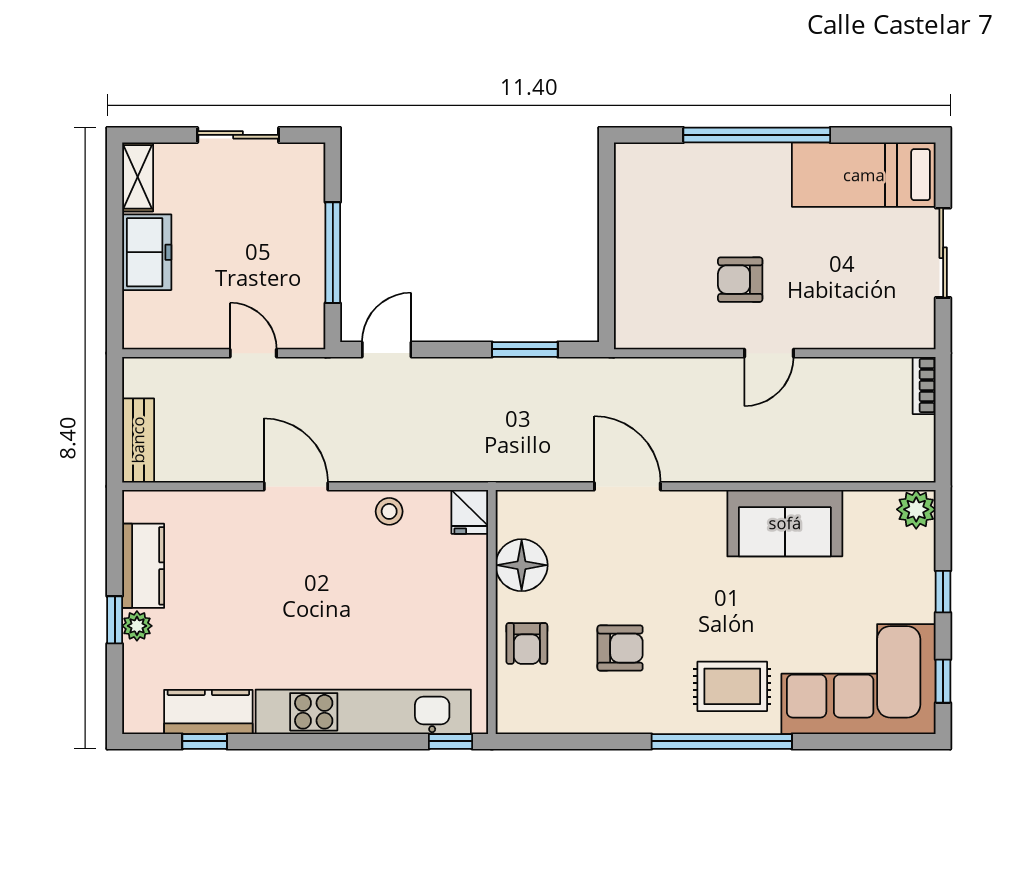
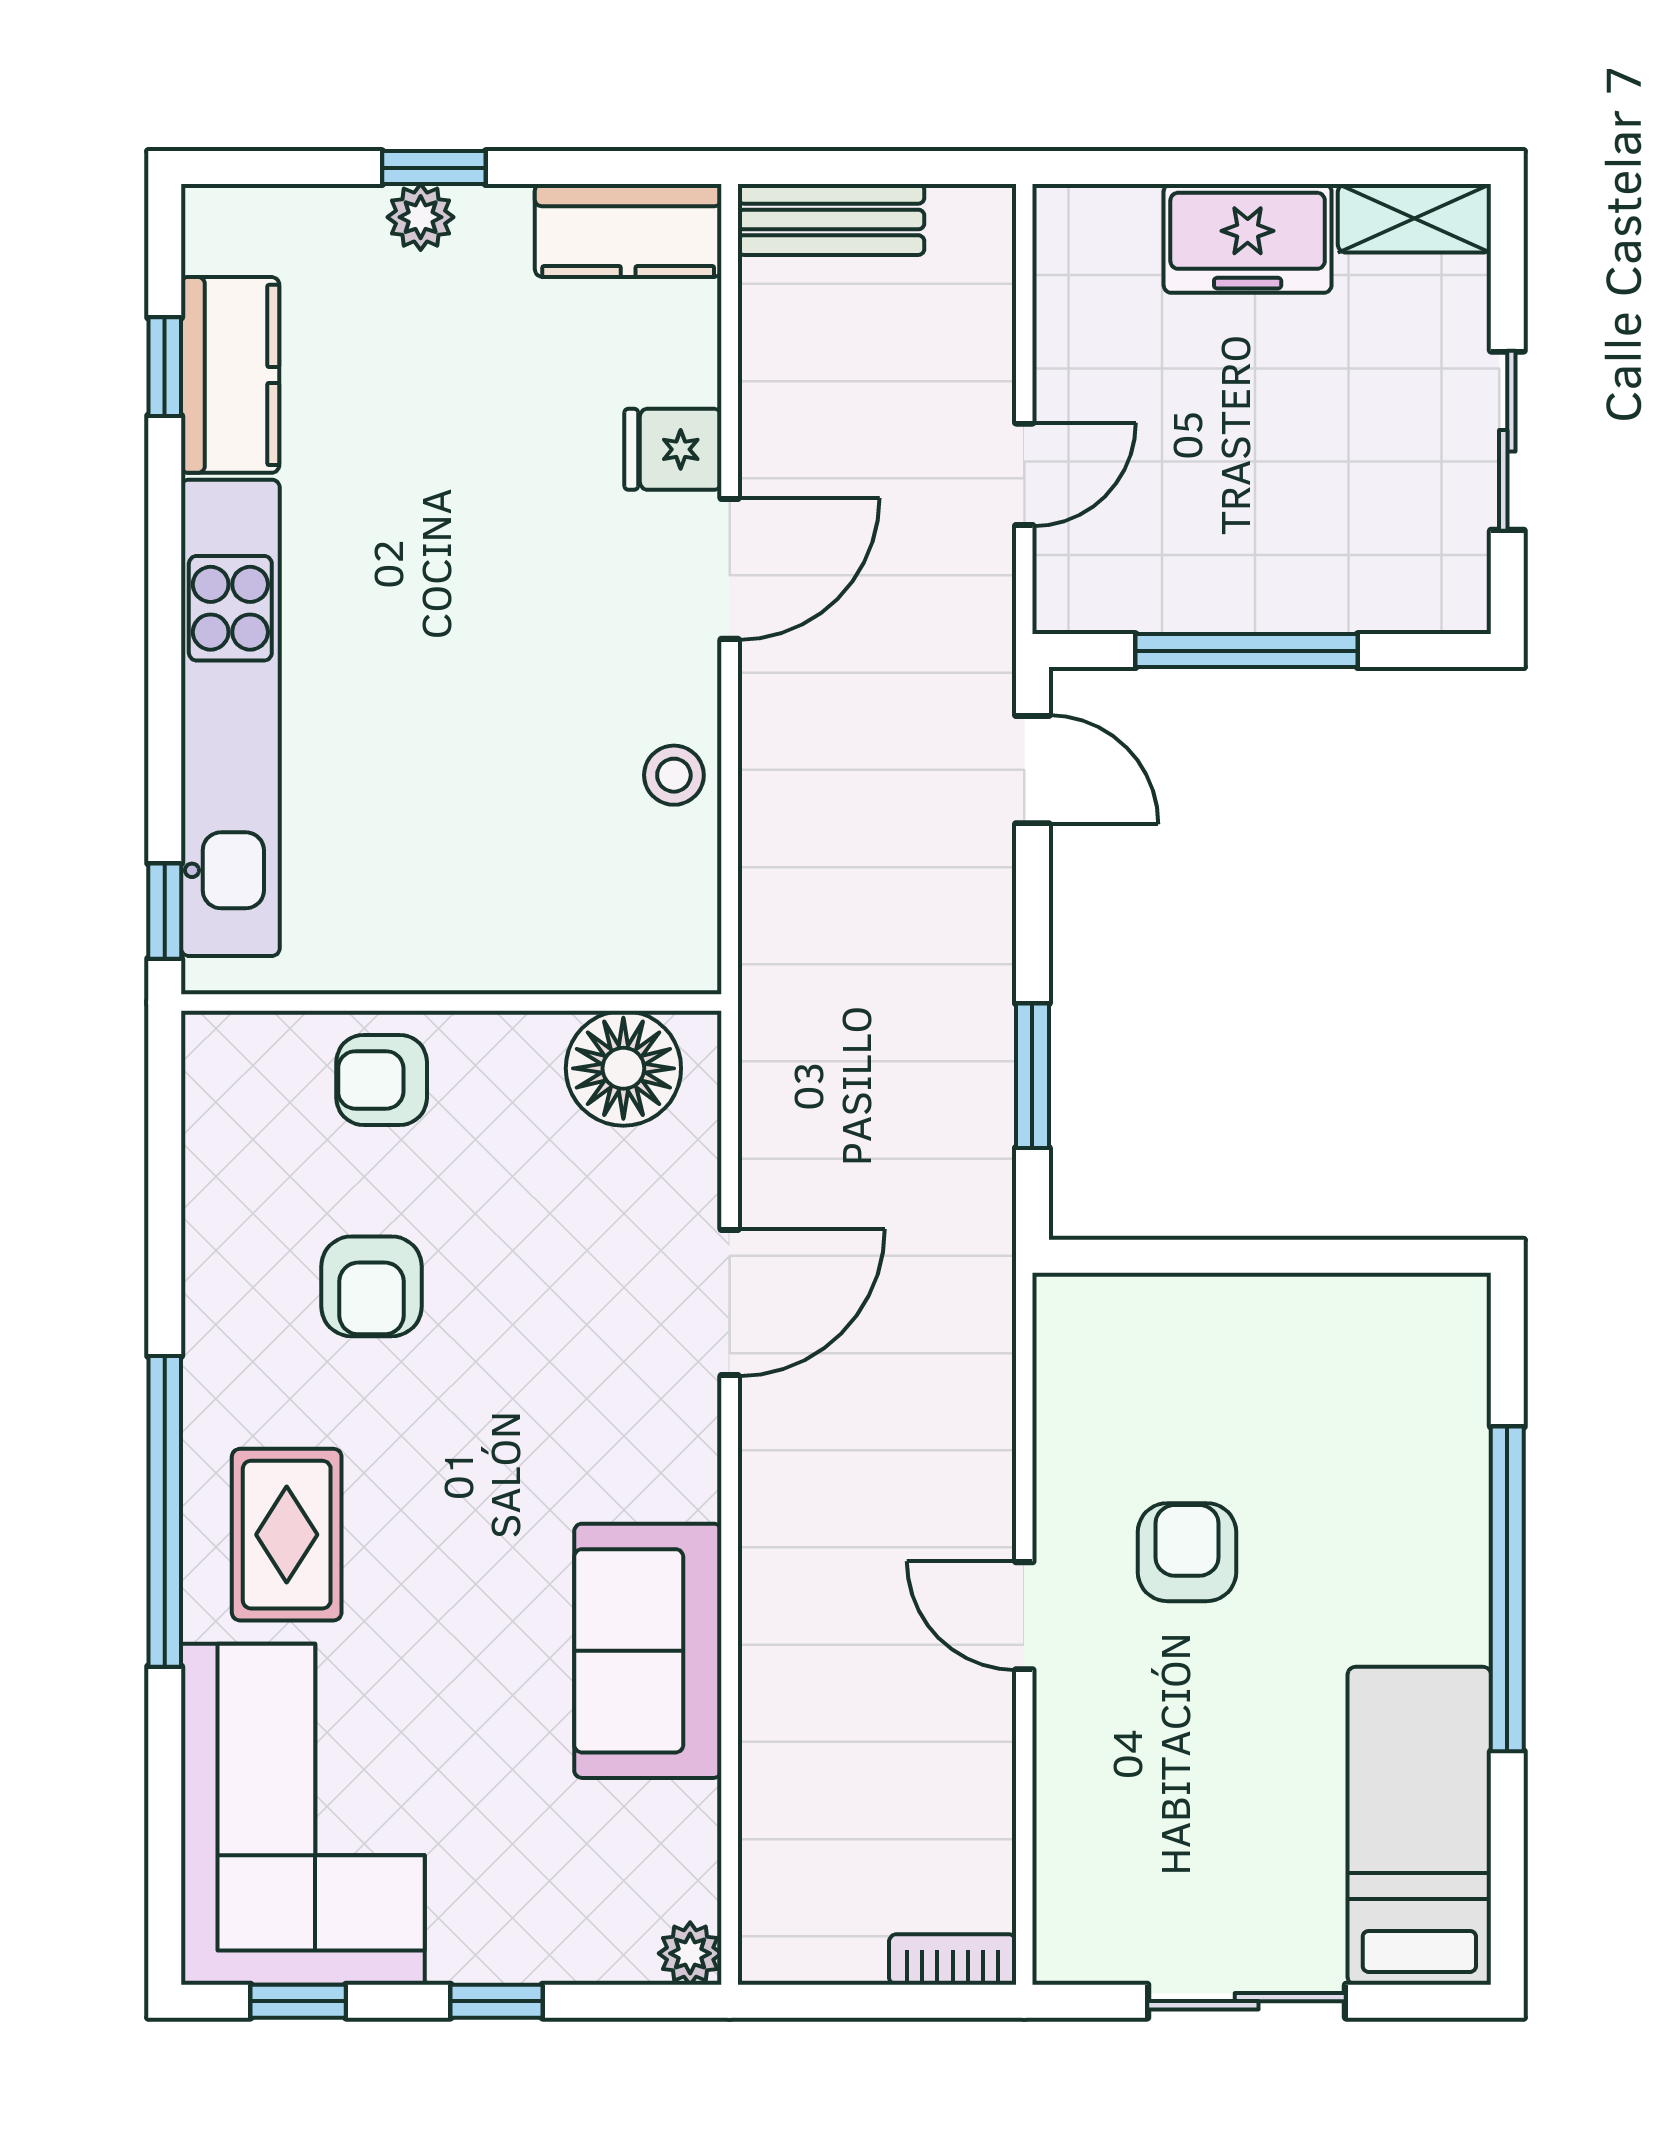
plant: (916, 509) -> (690, 1953), width x0.73, depth x0.73
fridge: (470, 512) -> (673, 449), moved
floor lamp: (522, 565) -> (623, 1068), moved
kitchen counter: (143, 566) -> (628, 231), moved

